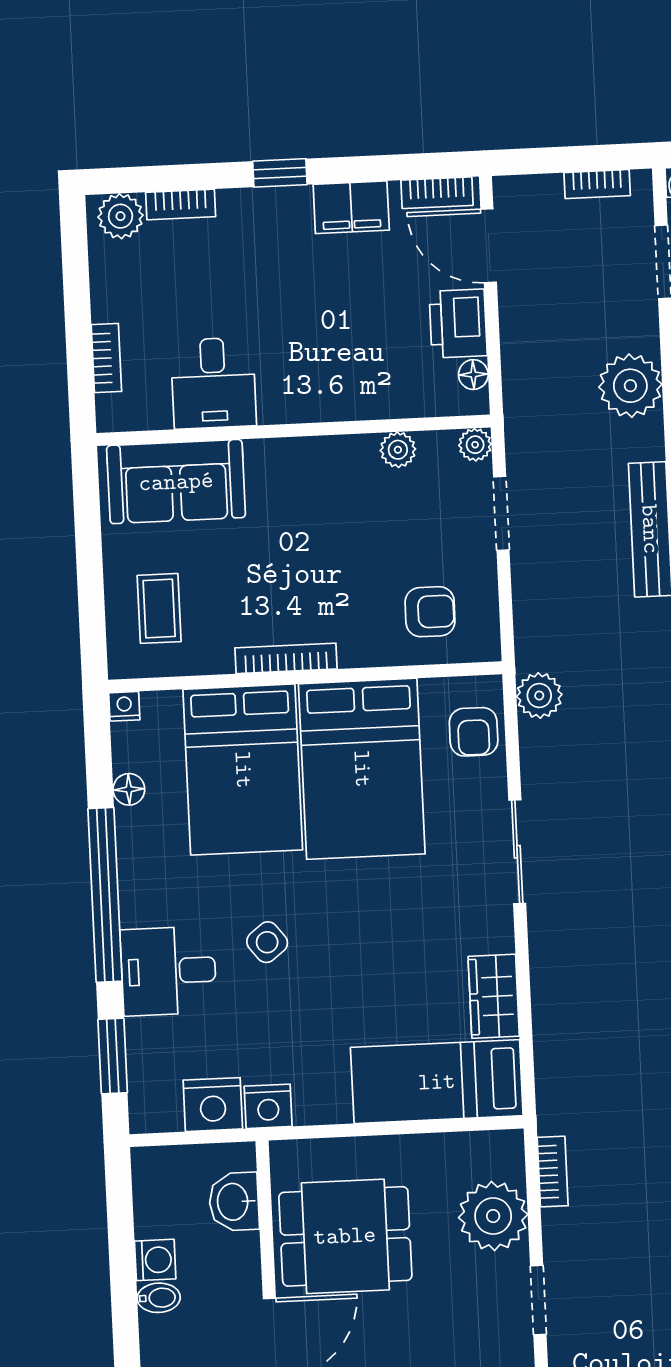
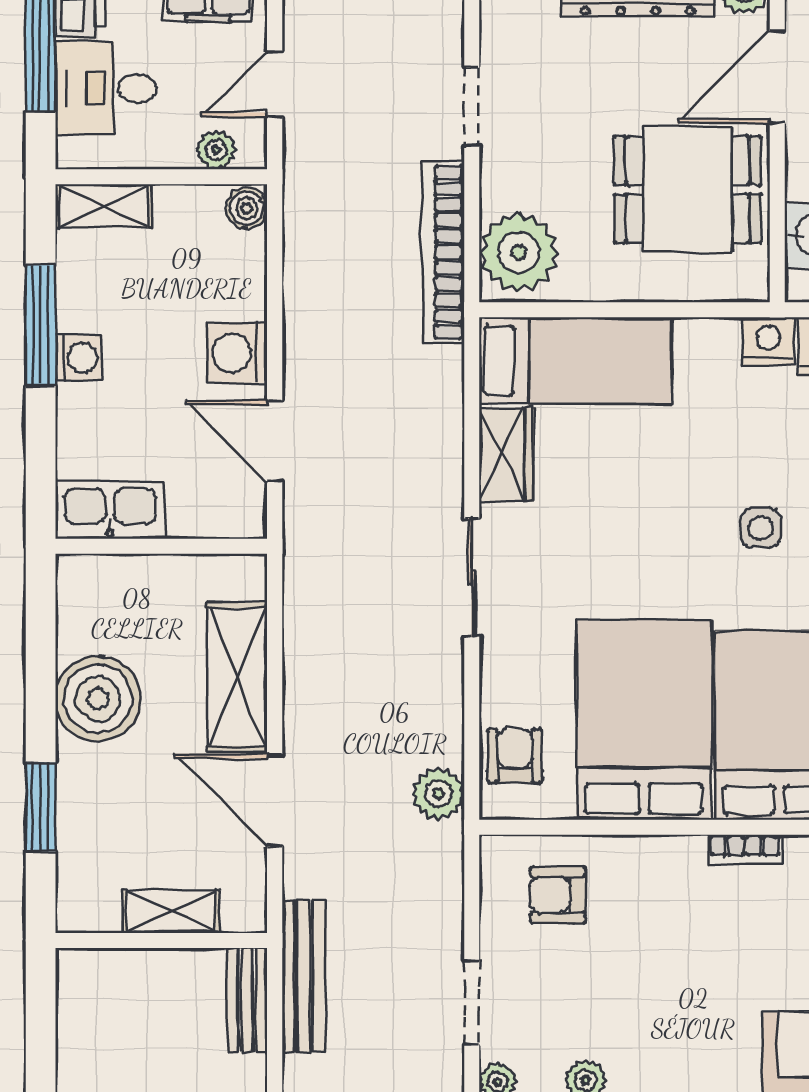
bookcase: (286, 658) -> (745, 849), width x0.64
sliding door: (517, 852) -> (472, 577), moved
side table: (267, 942) -> (761, 528), turned 38
bookcase: (553, 1172) -> (444, 252), width x2.31, depth x1.31
plant: (493, 1216) -> (519, 252), moved

